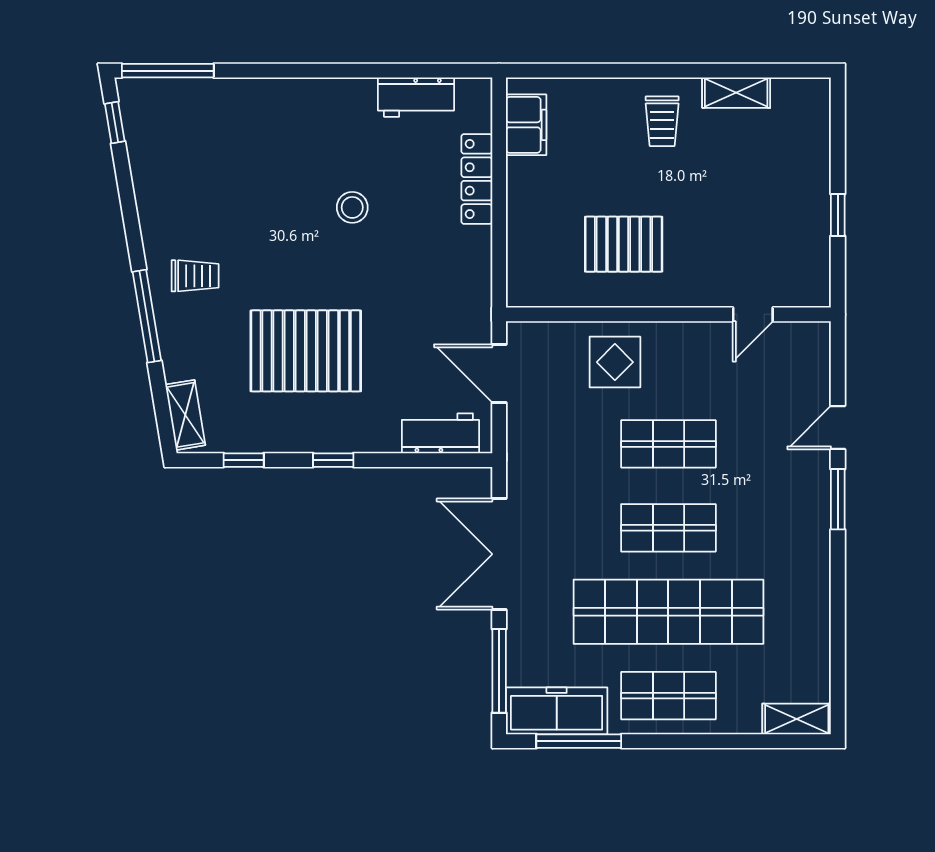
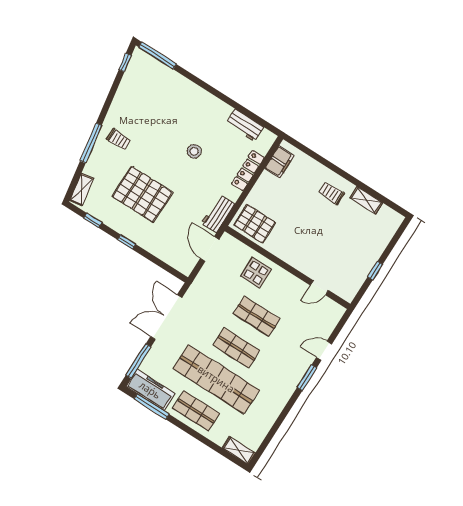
trolley: (662, 121) -> (331, 193), turned 90
pallet: (624, 244) -> (255, 224), moved
workbench: (440, 433) -> (218, 214), moved, turned -90

